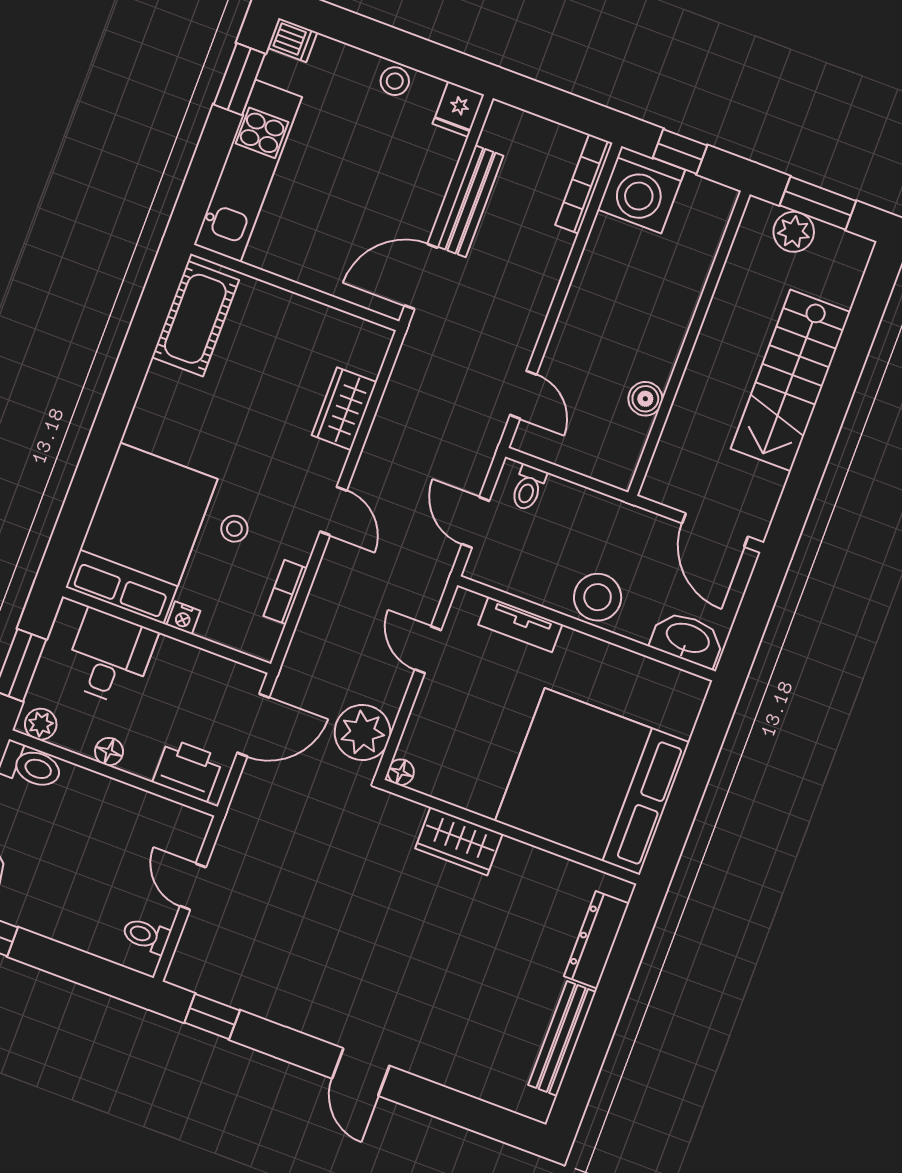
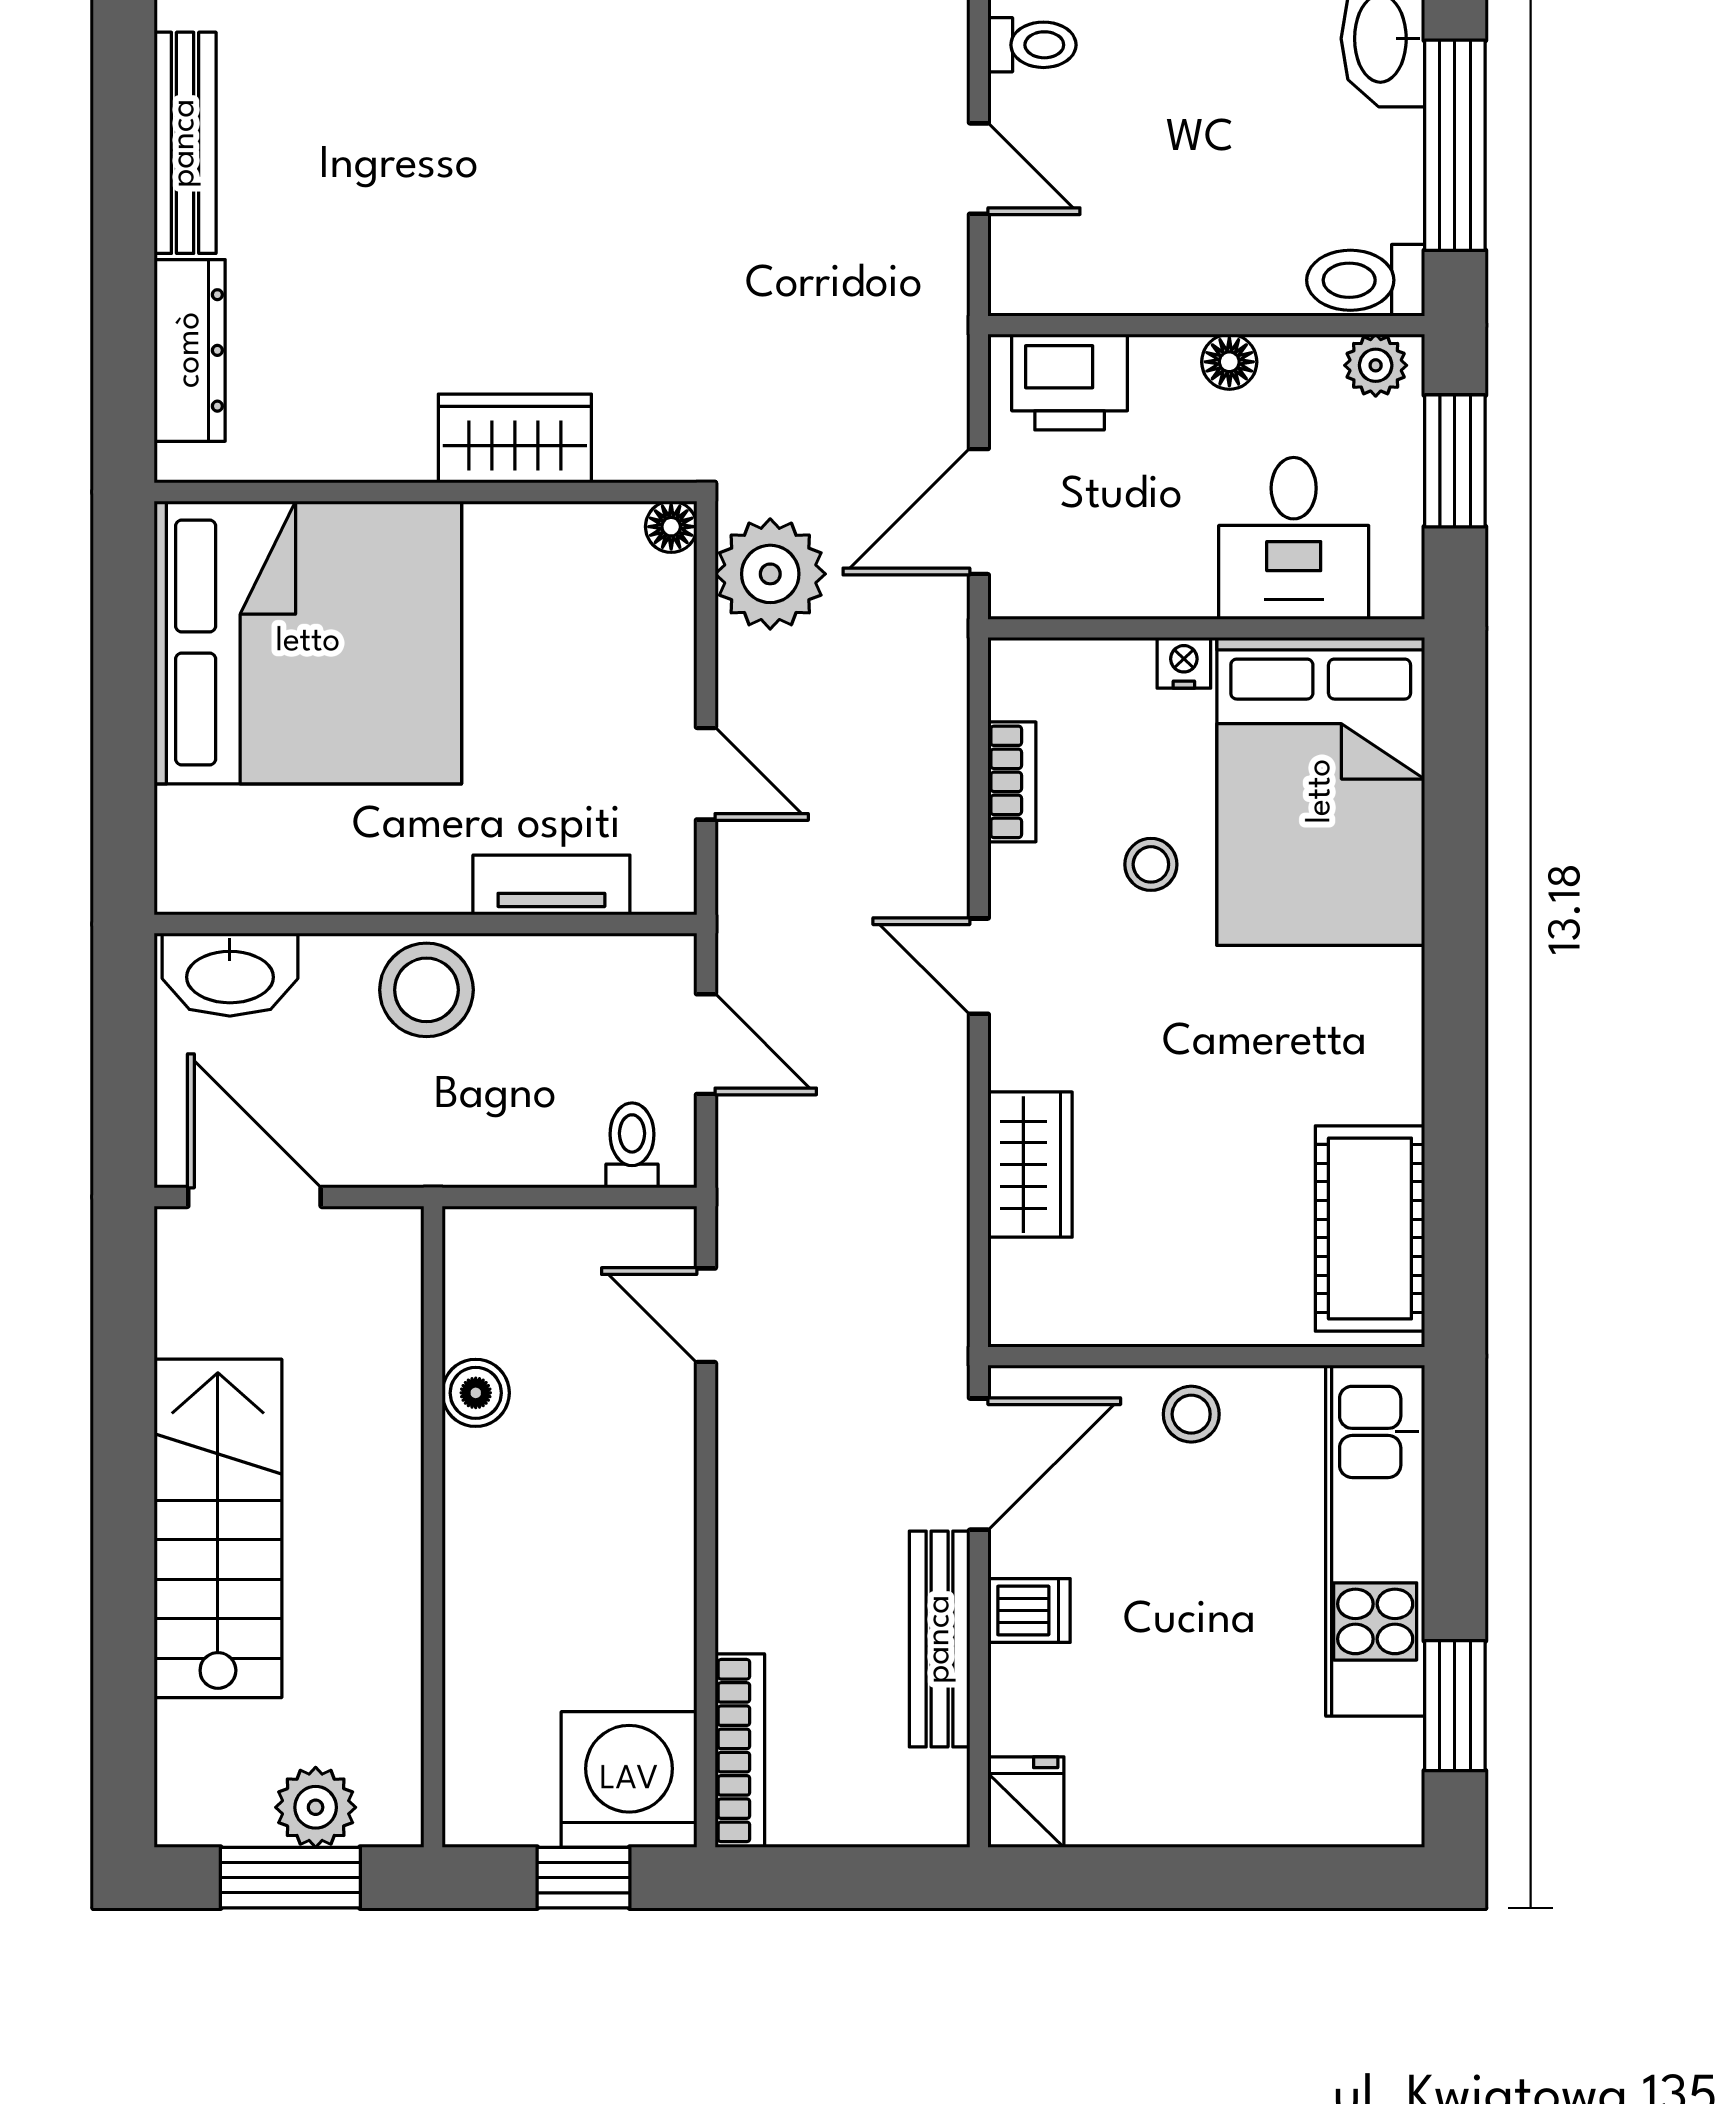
dishwasher: (292, 40) -> (1029, 1610), moved, turned 180
stool: (395, 81) -> (1191, 1414), moved

